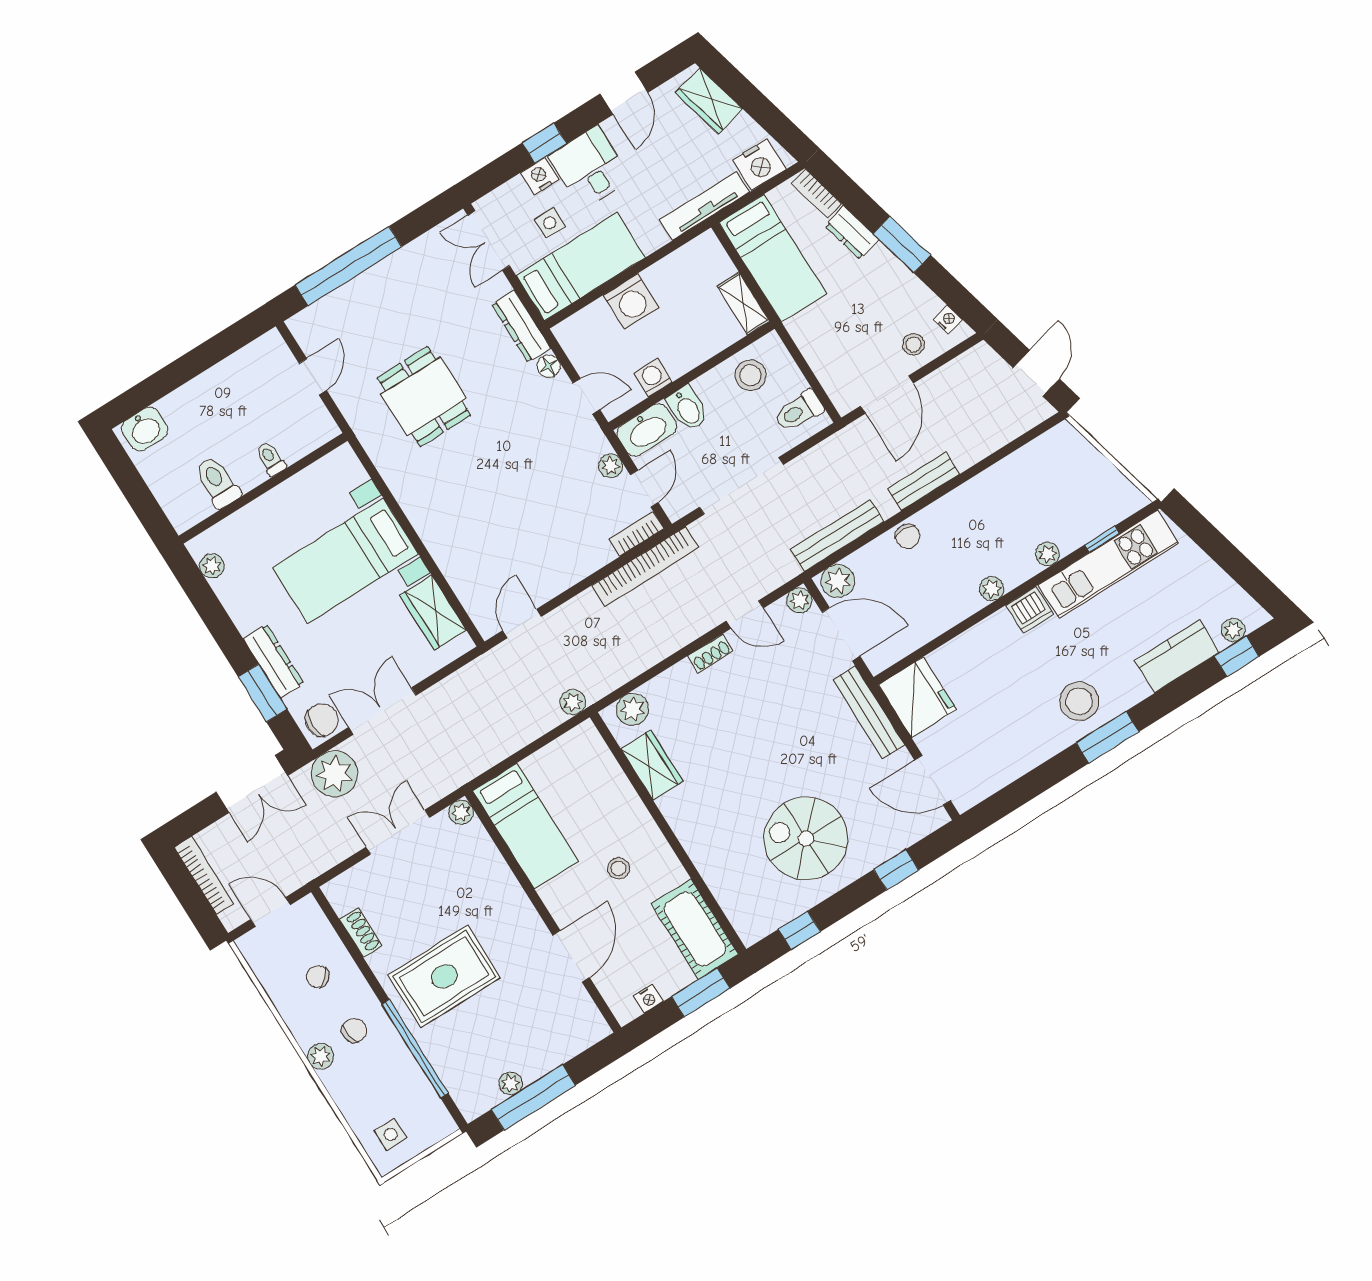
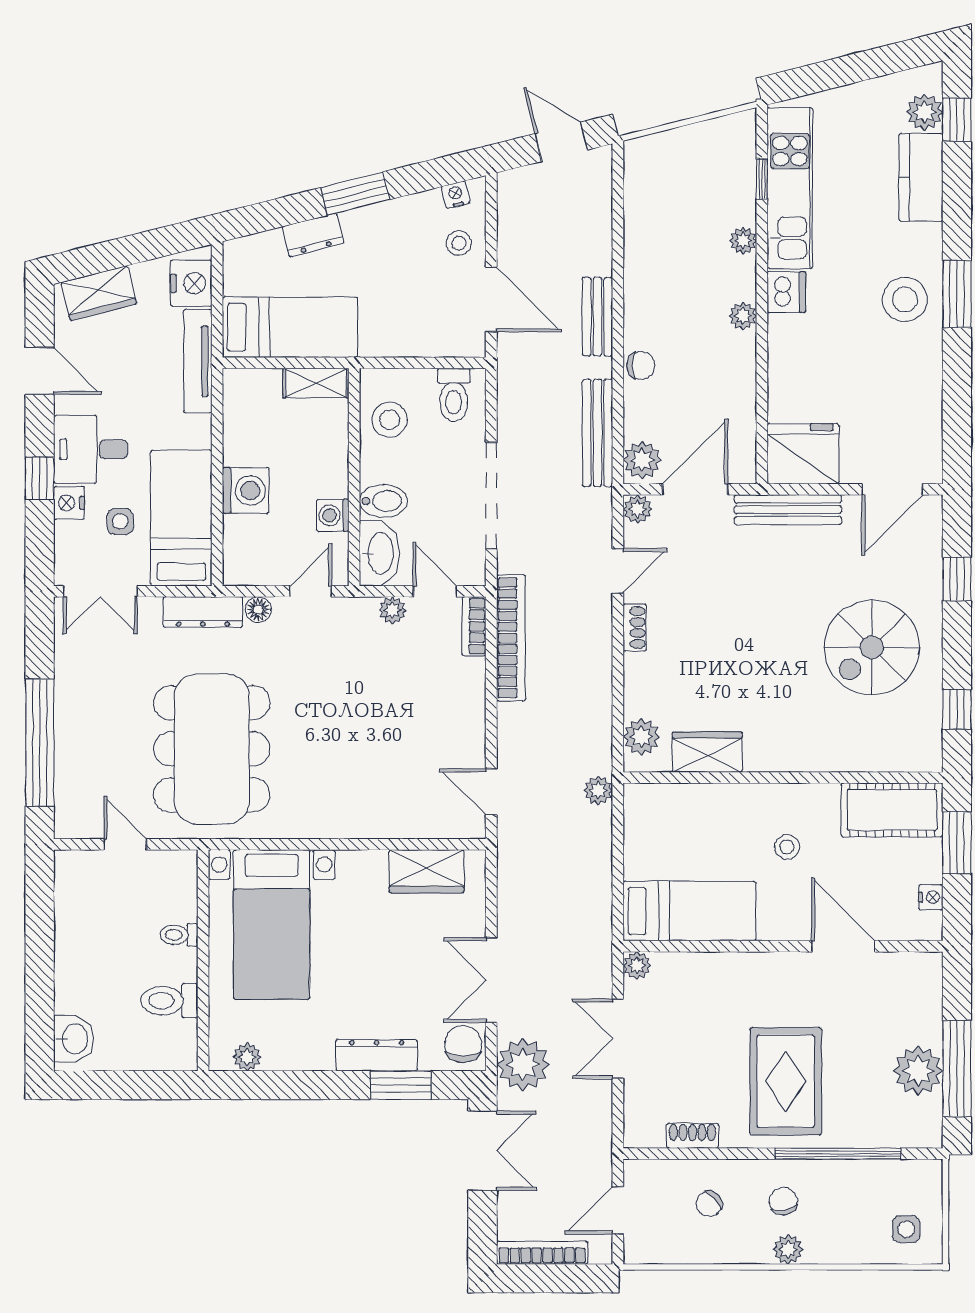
bookcase: (817, 194) -> (254, 245), removed
dining table: (424, 396) -> (212, 749), width x1.88, depth x1.24
bed with nightstands: (345, 561) -> (272, 925), moved
plant: (1233, 630) -> (924, 112), width x1.38, depth x1.38
plant: (511, 1084) -> (918, 1071), width x1.87, depth x1.87

